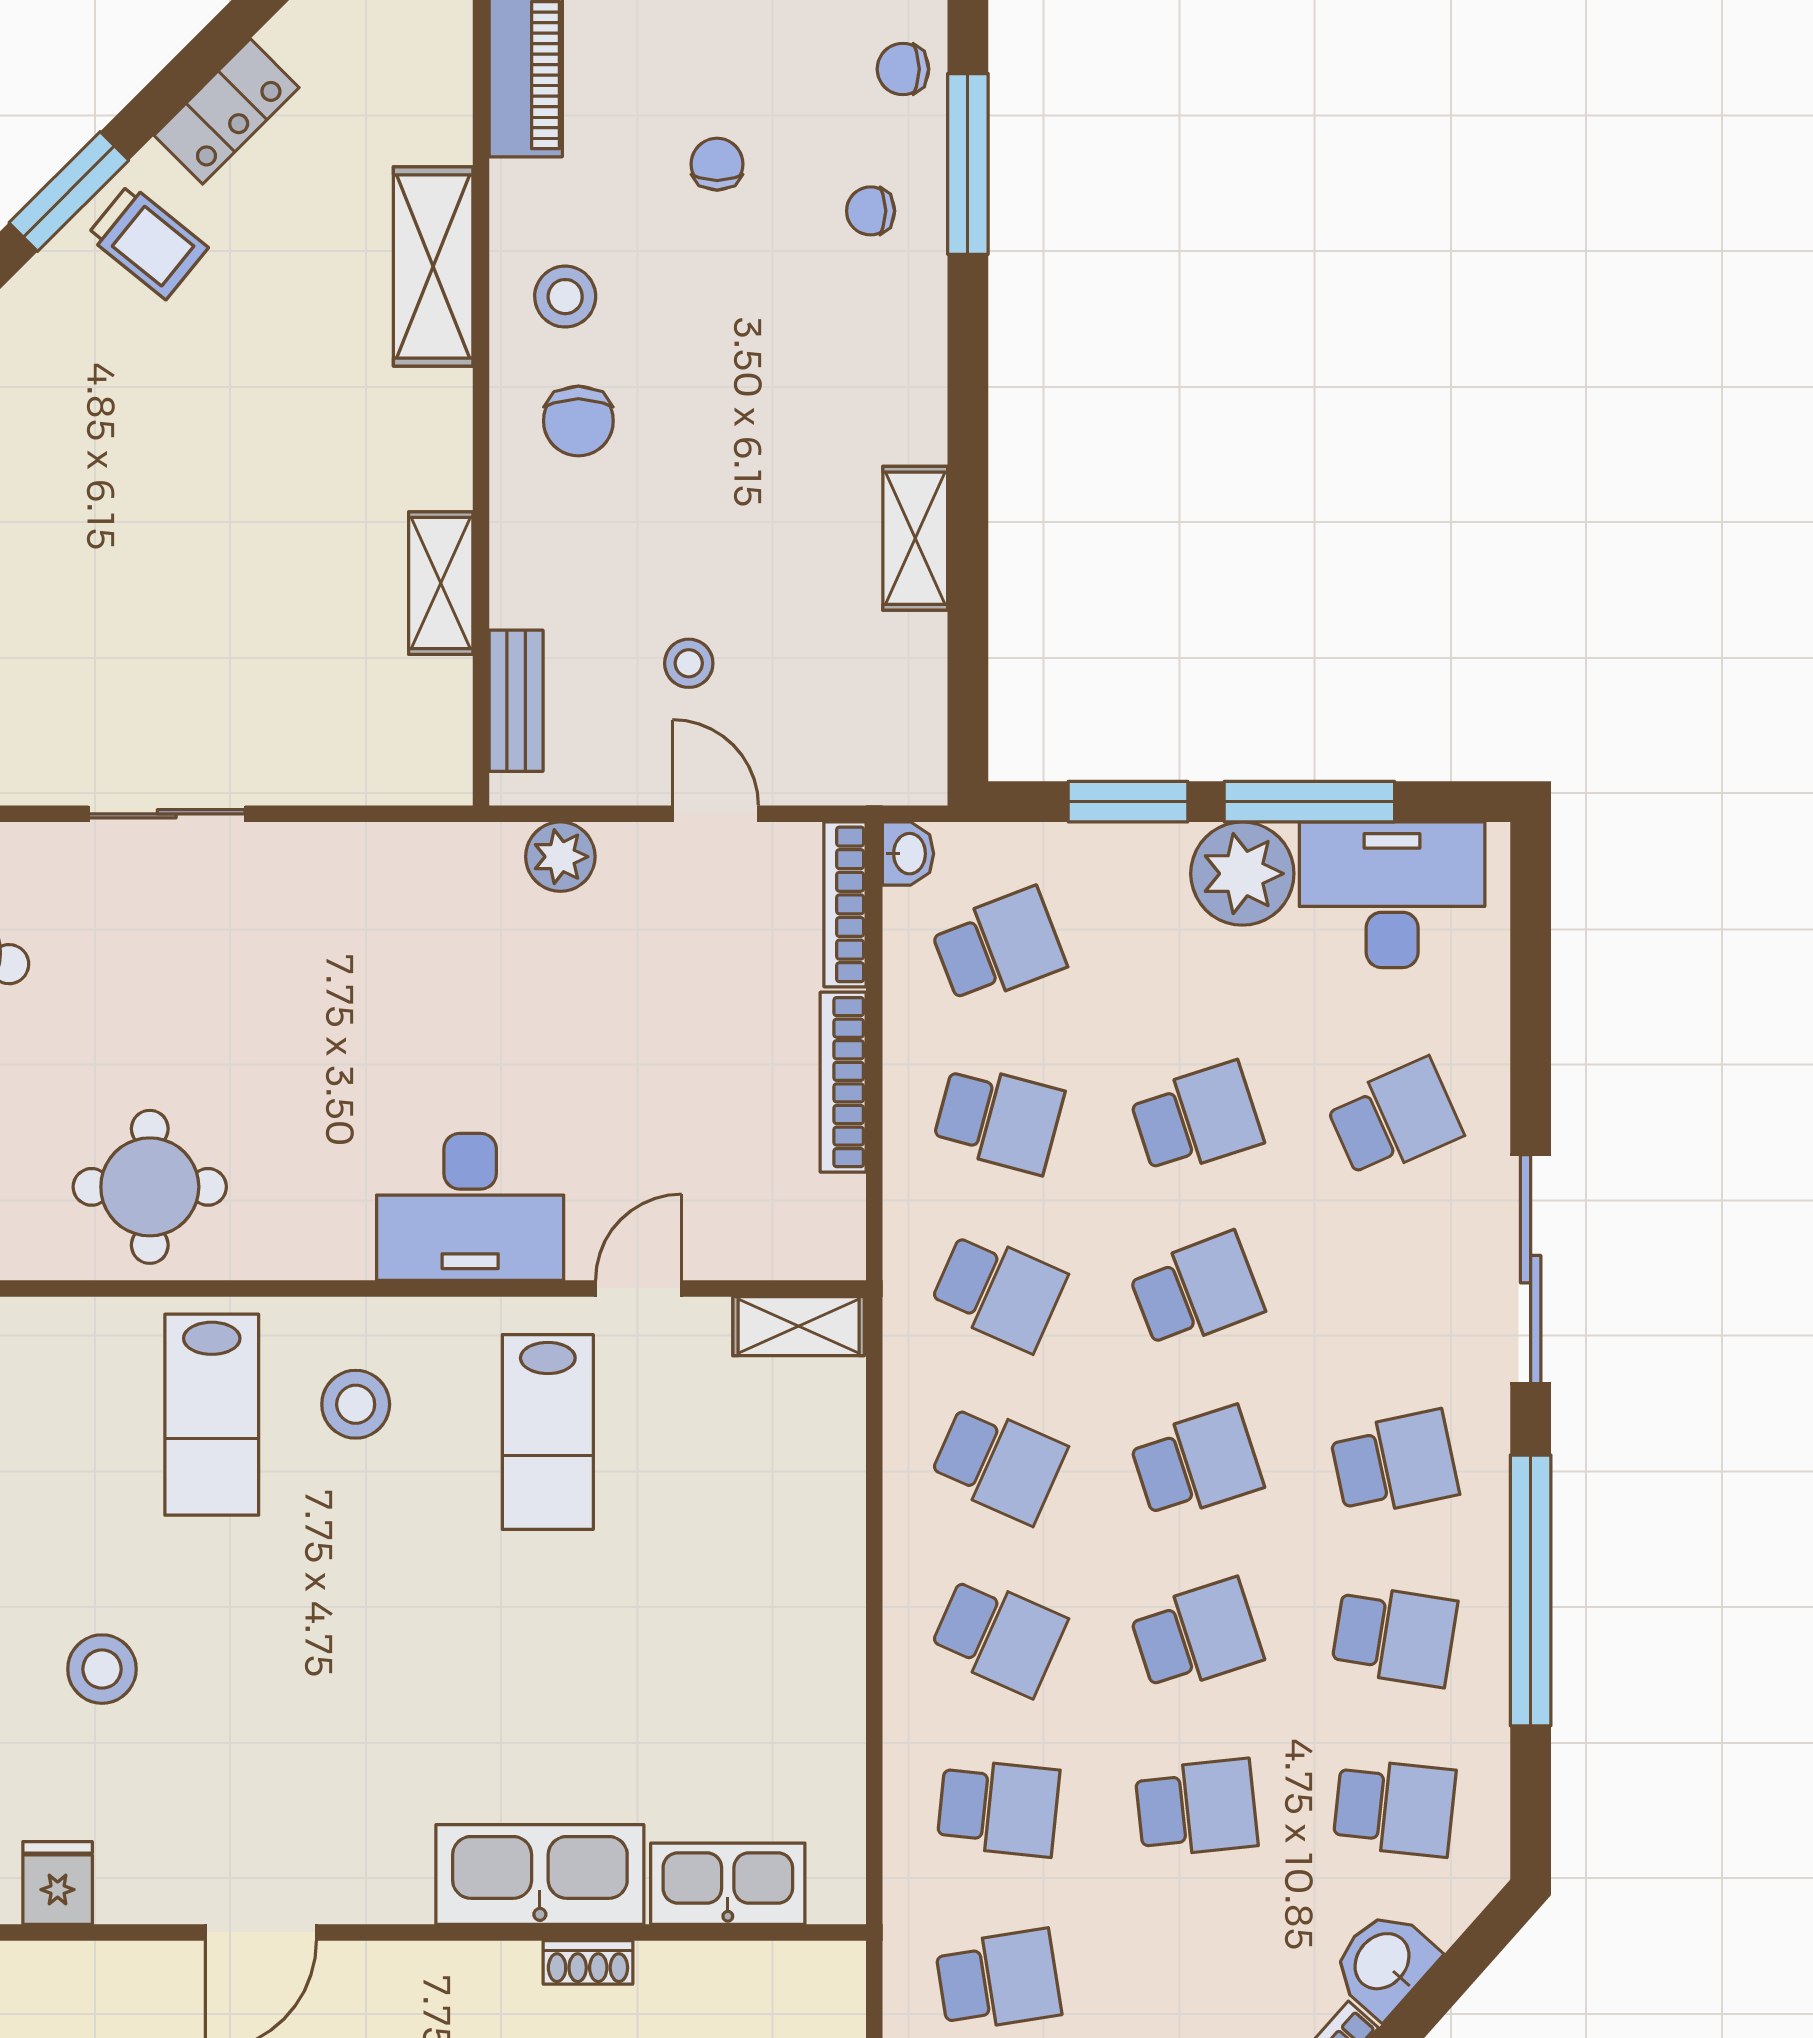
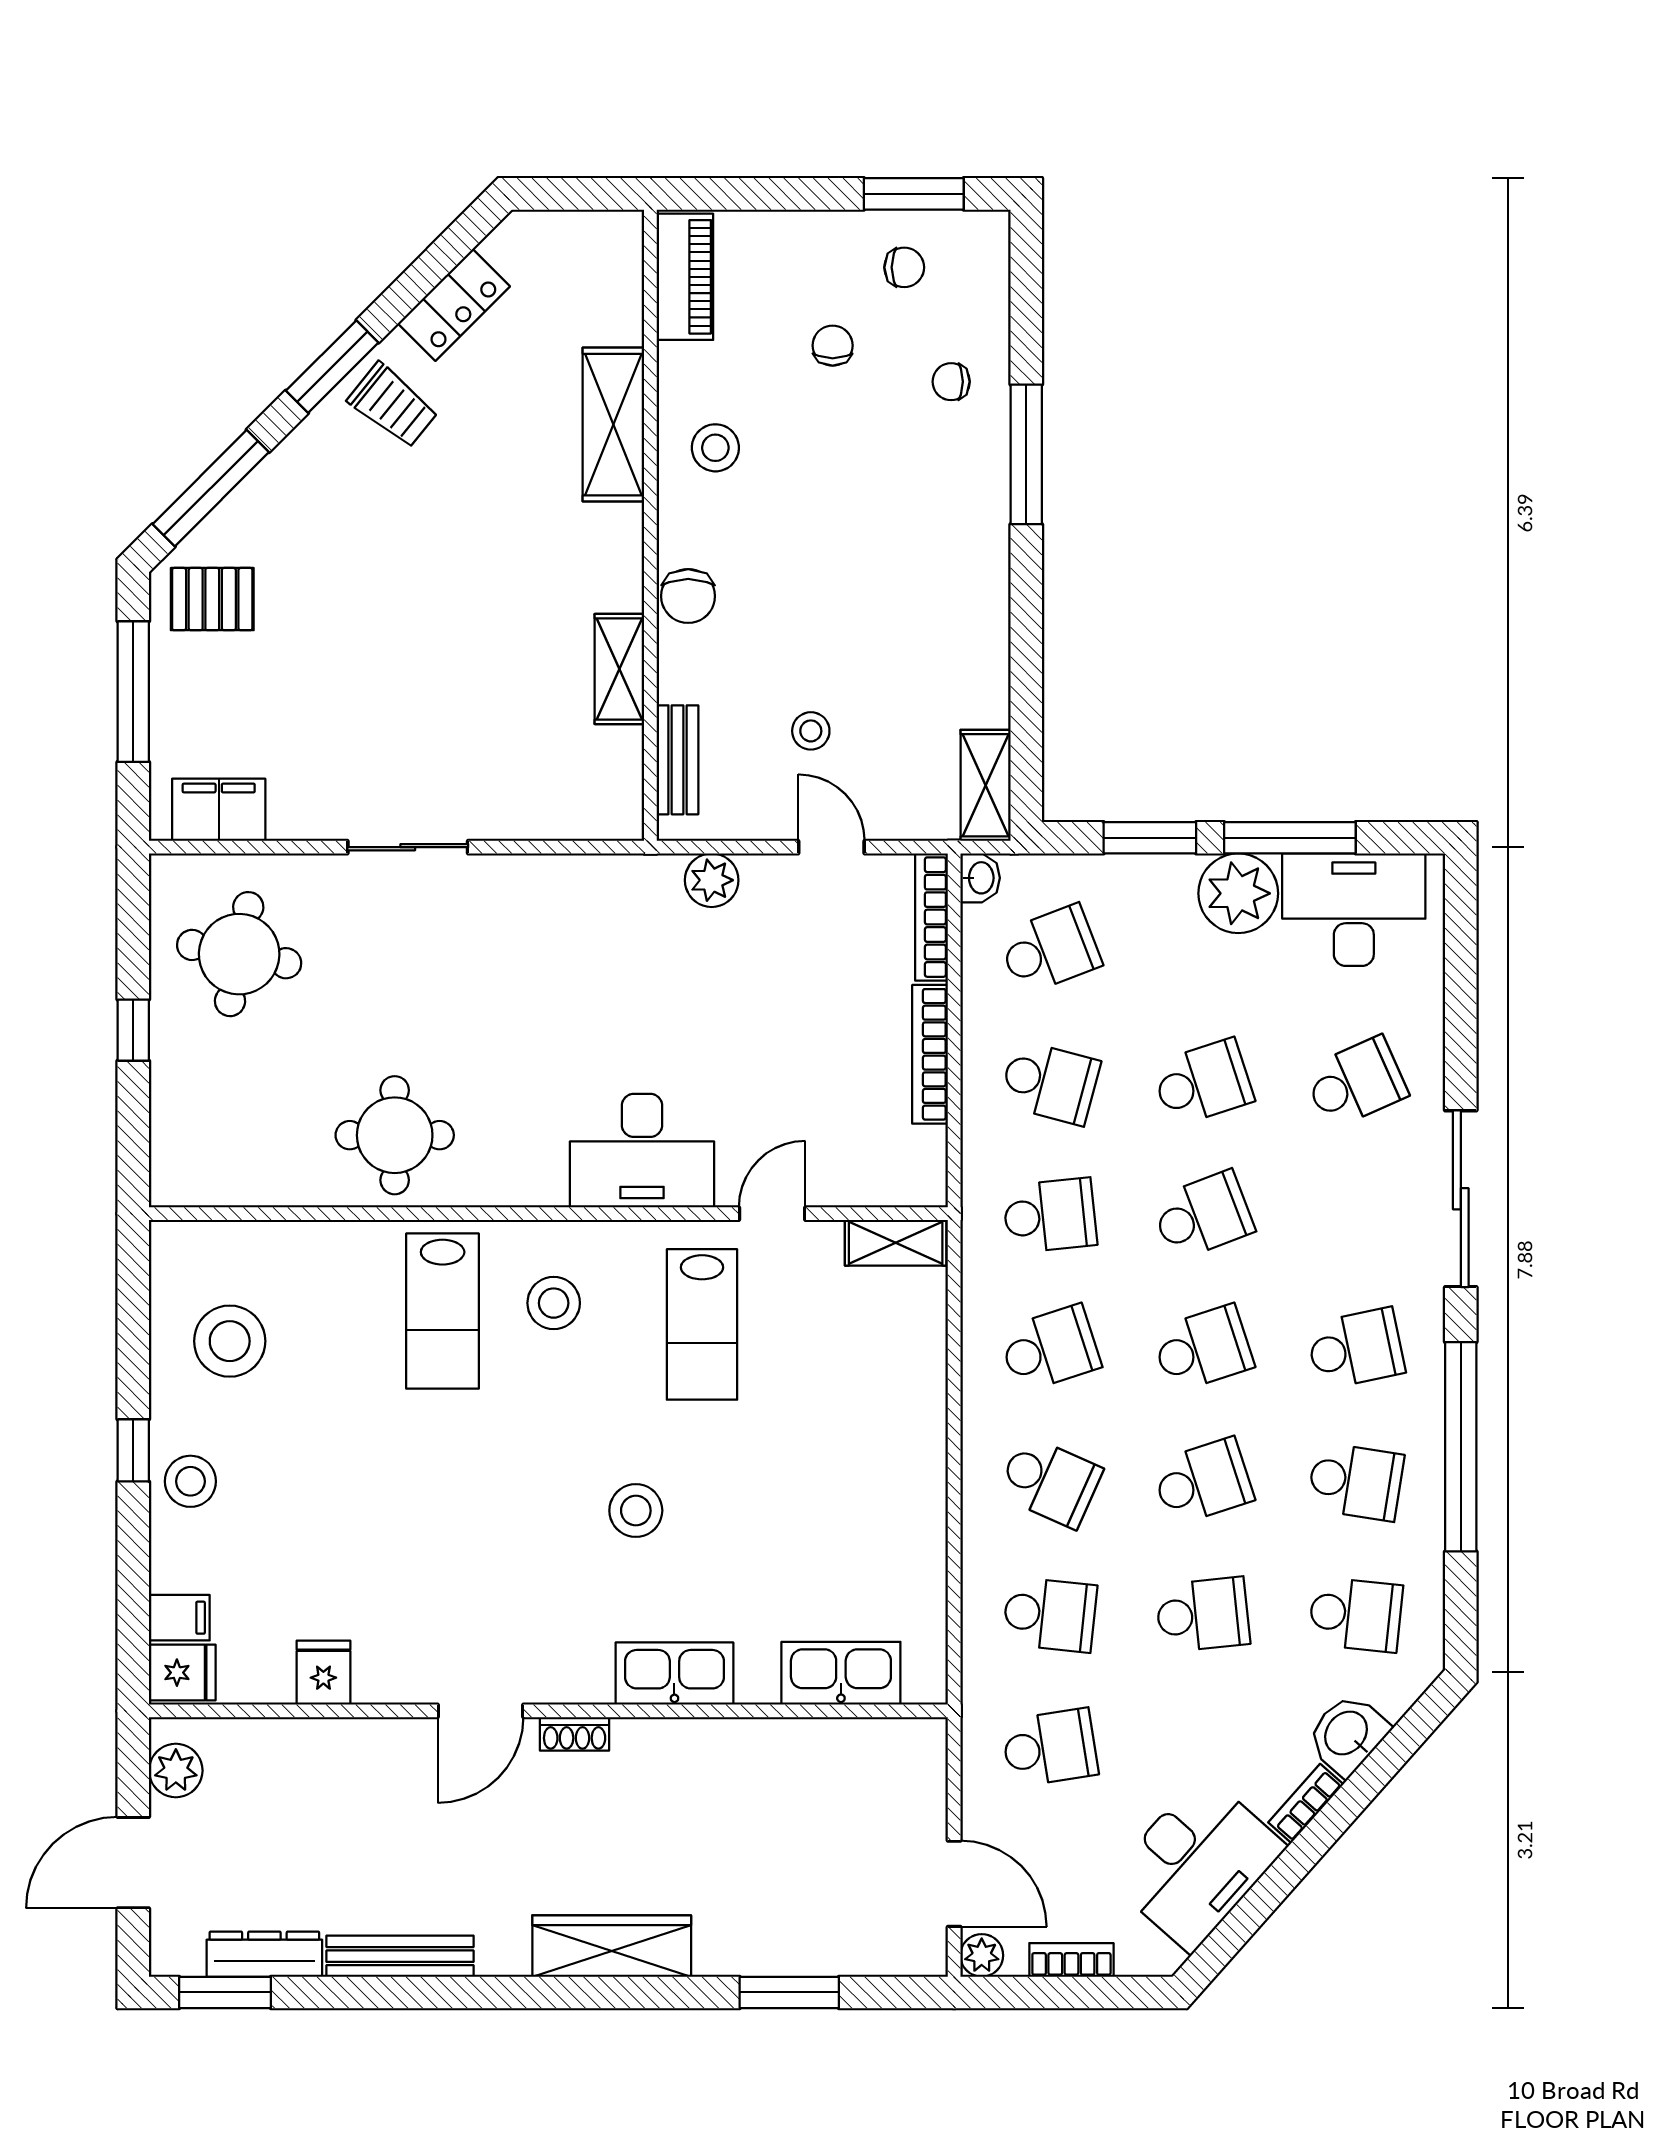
chair: (903, 69) -> (904, 267), moved, turned 180
window: (968, 164) -> (1026, 454), moved
chair: (578, 421) -> (688, 596), moved
shelving: (915, 538) -> (986, 785), moved
school desk: (998, 1291) -> (1050, 1216), turned -30
school desk: (998, 1463) -> (1050, 1349), turned -42
stool: (102, 1669) -> (636, 1511), moved
kitchen sink: (540, 1874) -> (674, 1674), width x0.73, depth x0.81
shoe rack: (588, 1962) -> (575, 1734), moved

